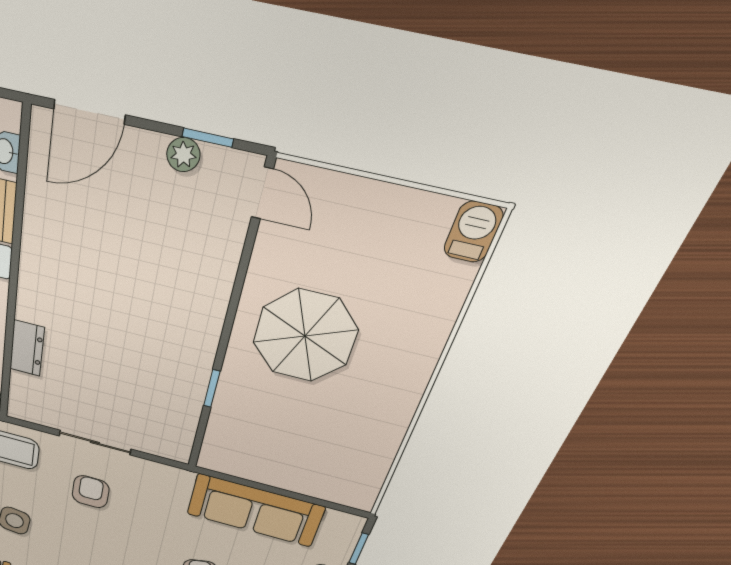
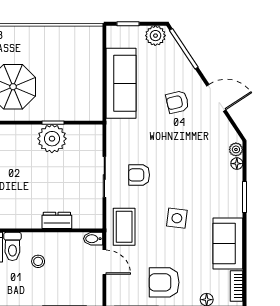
plant: (181, 379) -> (52, 139), added

